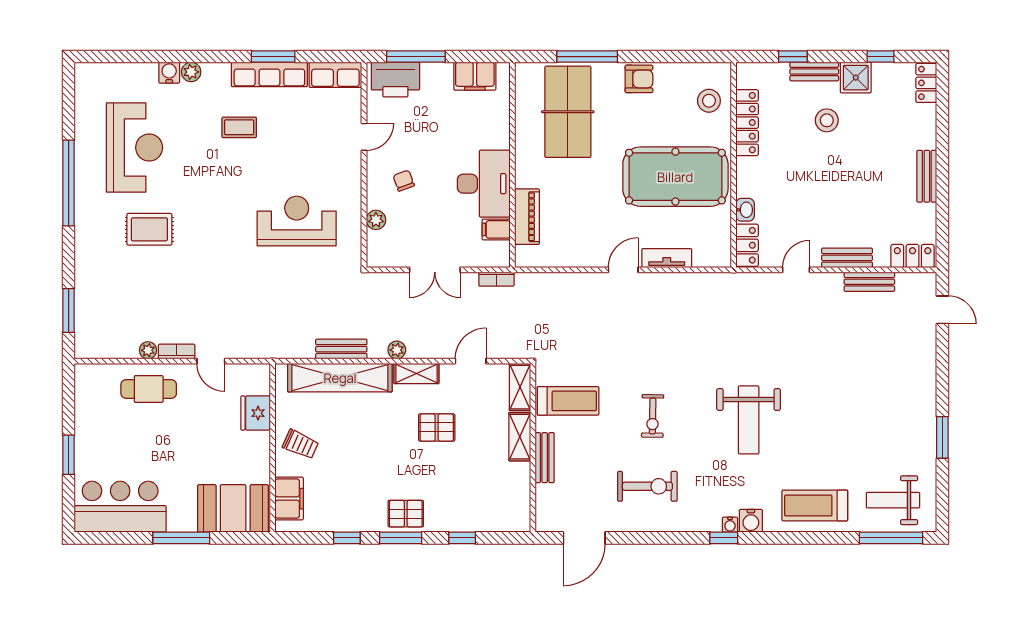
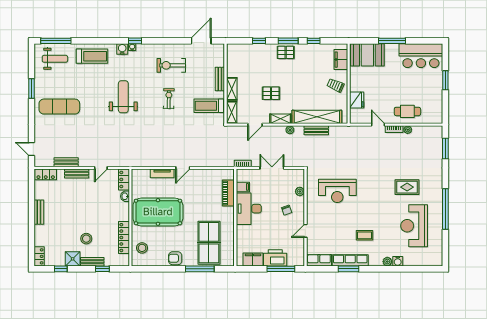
printer: (395, 80) -> (275, 258), moved
exercise mat: (884, 399) -> (59, 107), added

